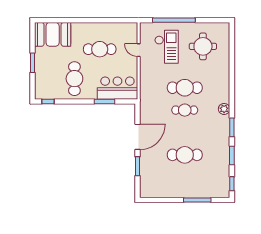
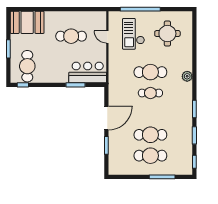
checkout: (167, 47) -> (133, 34), turned 180
cafe table: (74, 79) -> (27, 66), moved
plant: (224, 109) -> (187, 76), moved
cafe table: (185, 177) -> (150, 156), added

